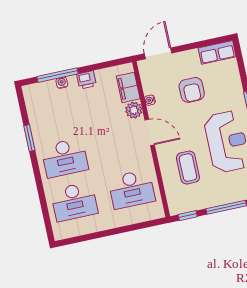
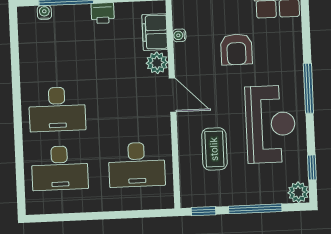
water cooler: (62, 83) -> (44, 12), moved
water cooler: (150, 100) -> (179, 35), moved
window: (29, 138) -> (16, 76), removed

